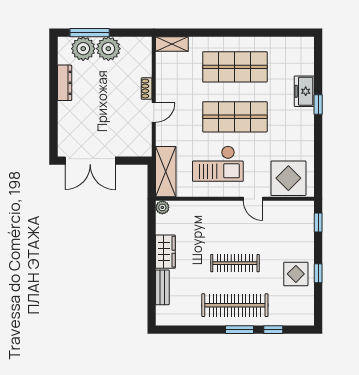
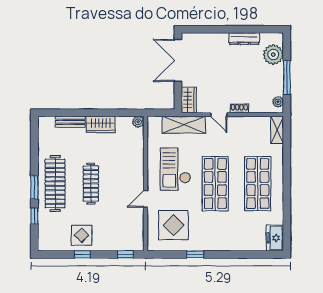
window: (90, 33) -> (287, 77), moved
plant: (108, 49) -> (278, 102), moved, width x0.53, depth x0.53
freezer: (304, 91) -> (275, 238), moved, turned -90
window: (318, 105) -> (195, 254), moved
wardrobe: (137, 148) -> (189, 100), added
shelving: (166, 172) -> (184, 125), moved
display table: (288, 178) -> (173, 225), moved

